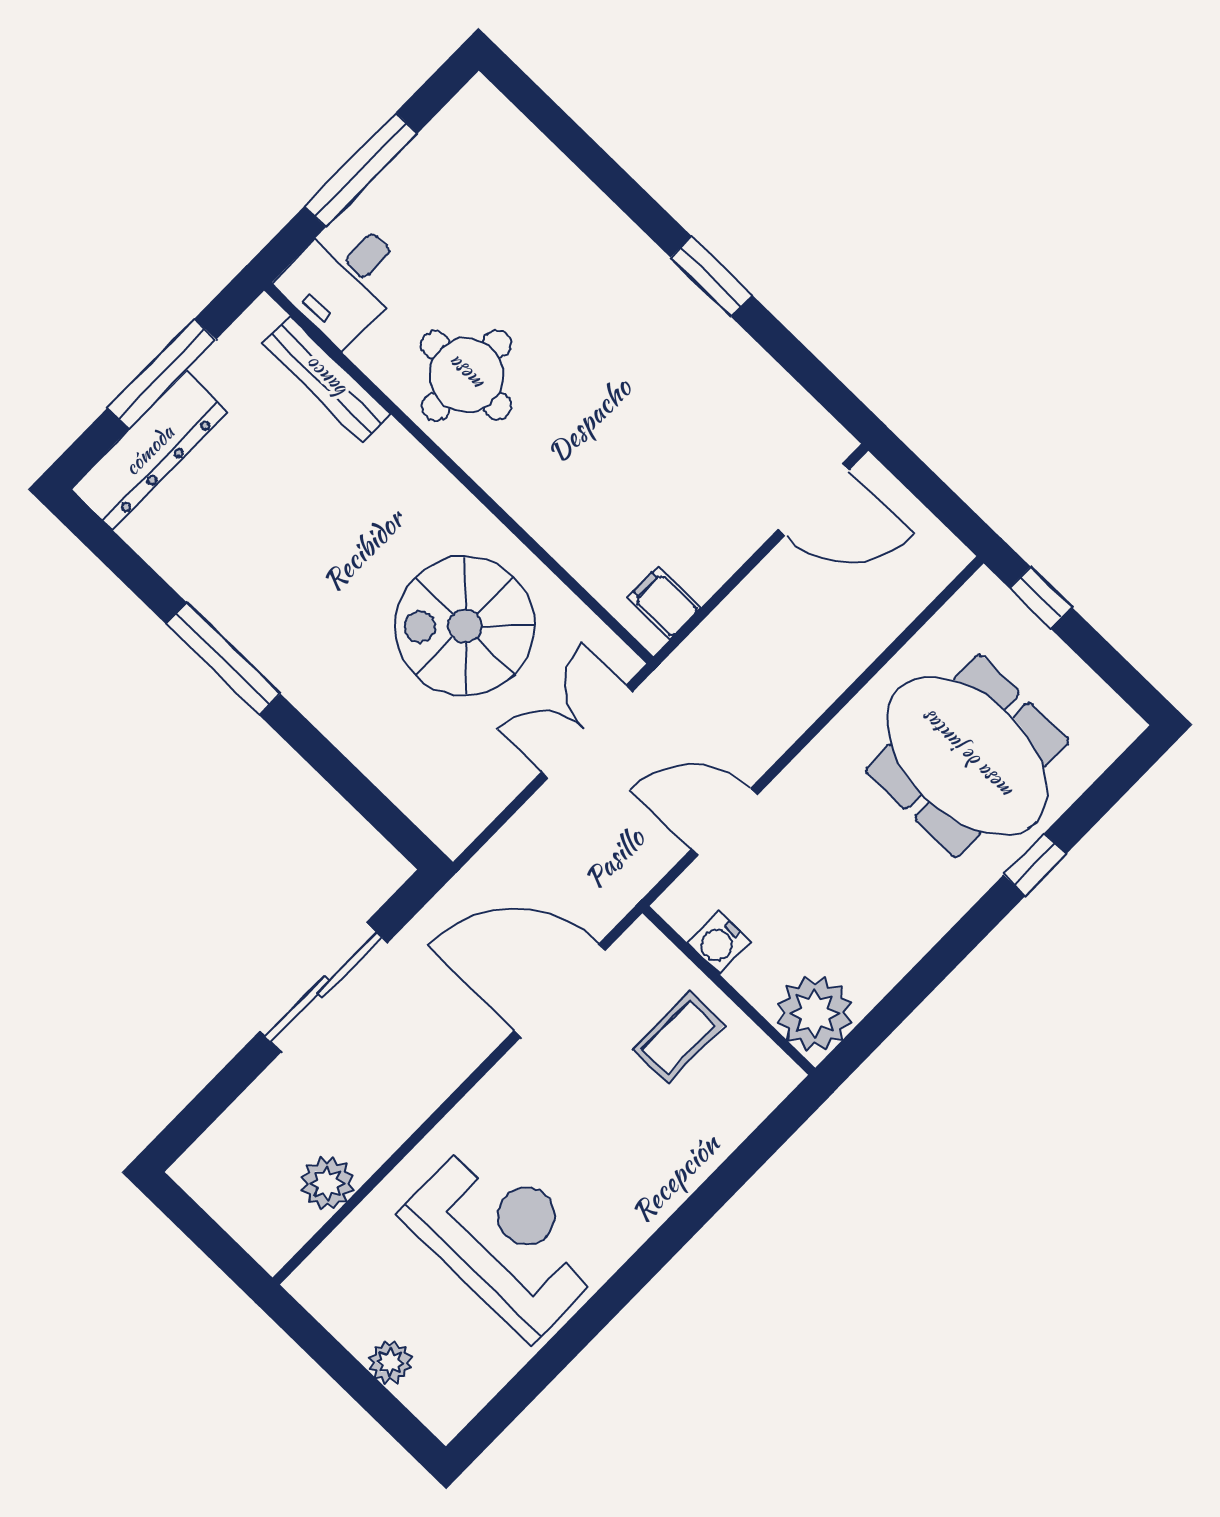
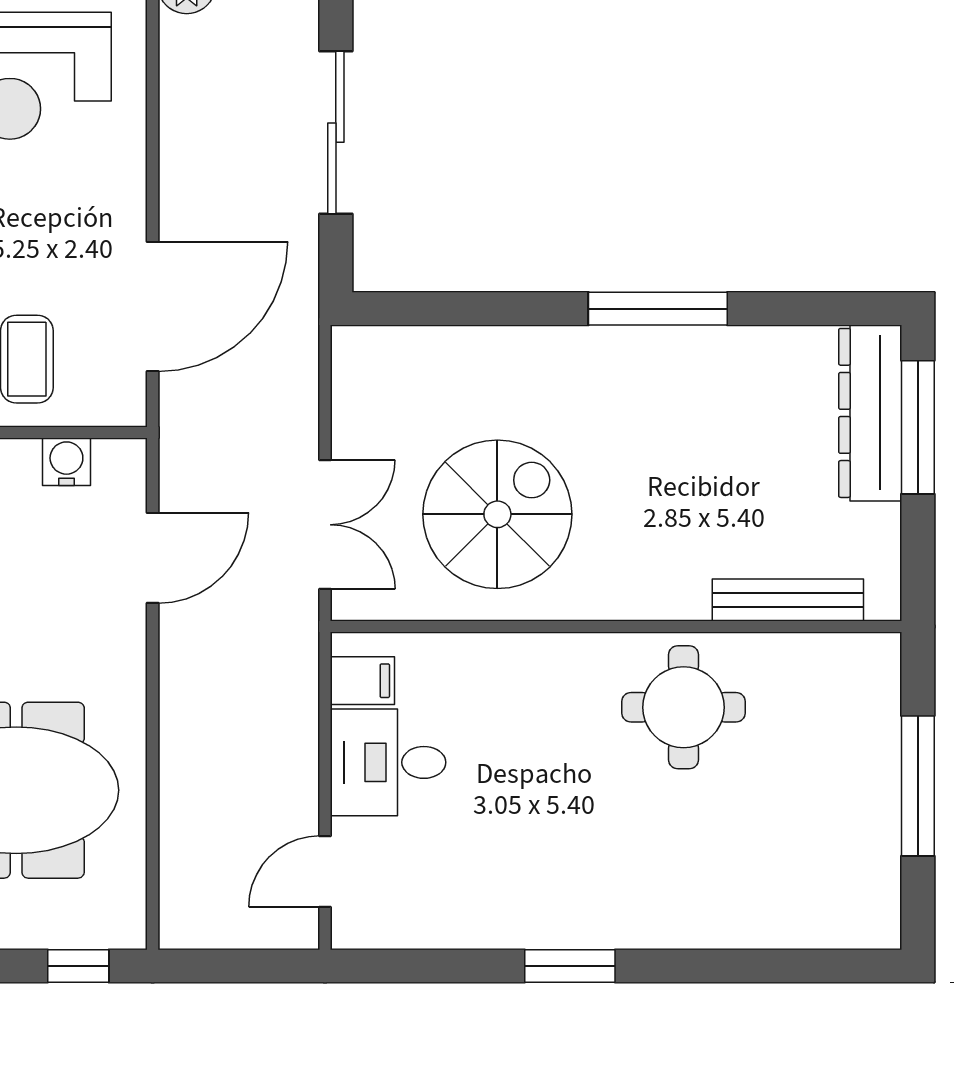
desk: (345, 280) -> (388, 762), moved, turned -90
window: (162, 374) -> (918, 427), moved
door: (813, 500) -> (325, 871), width x0.73

